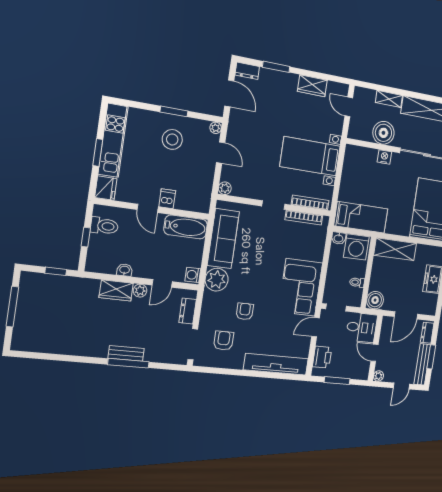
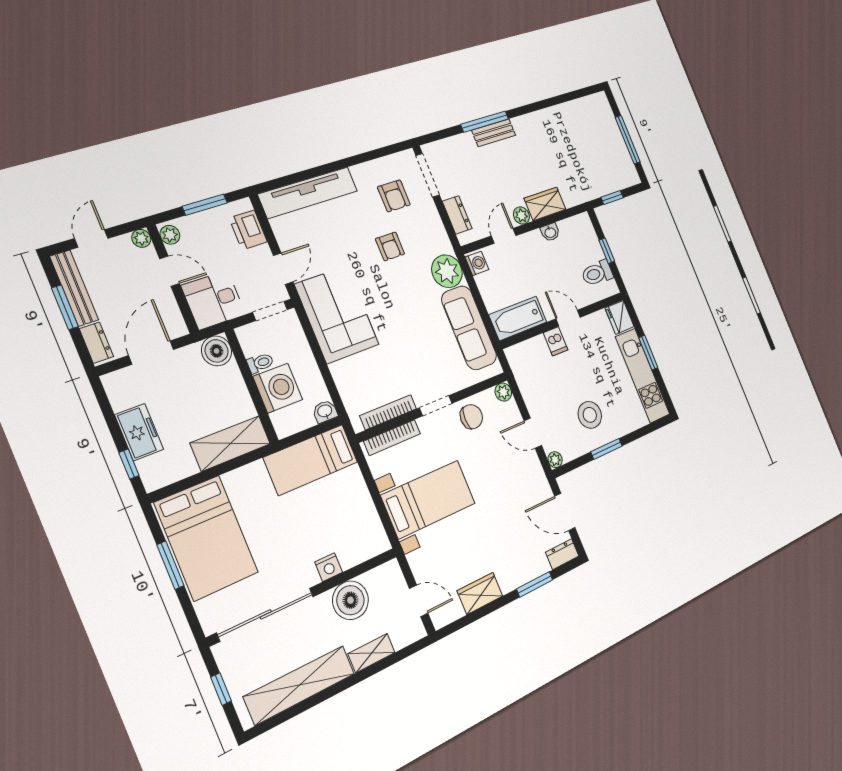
chair: (255, 186) -> (471, 417), added
washing machine: (356, 247) -> (278, 388), moved, turned 90
plant: (364, 372) -> (170, 235), added

